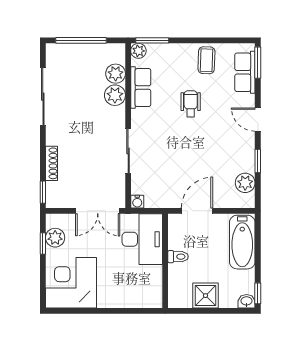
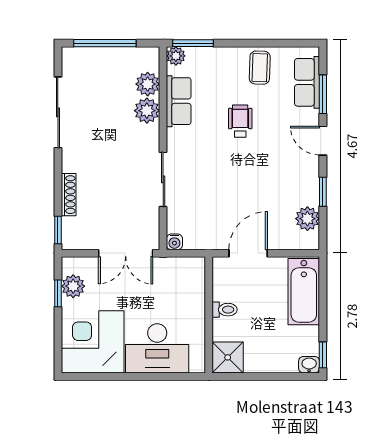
window: (258, 63) -> (323, 94), moved
desk: (142, 239) -> (157, 348), moved, turned 90
shower: (205, 296) -> (228, 357), moved

